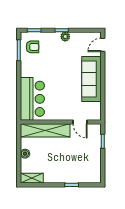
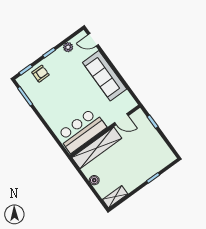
plant: (65, 37) -> (68, 47), moved
door: (103, 45) -> (93, 40), hinge flipped
armchair: (32, 47) -> (40, 74), moved
bar counter: (32, 99) -> (82, 131), moved, turned -90

